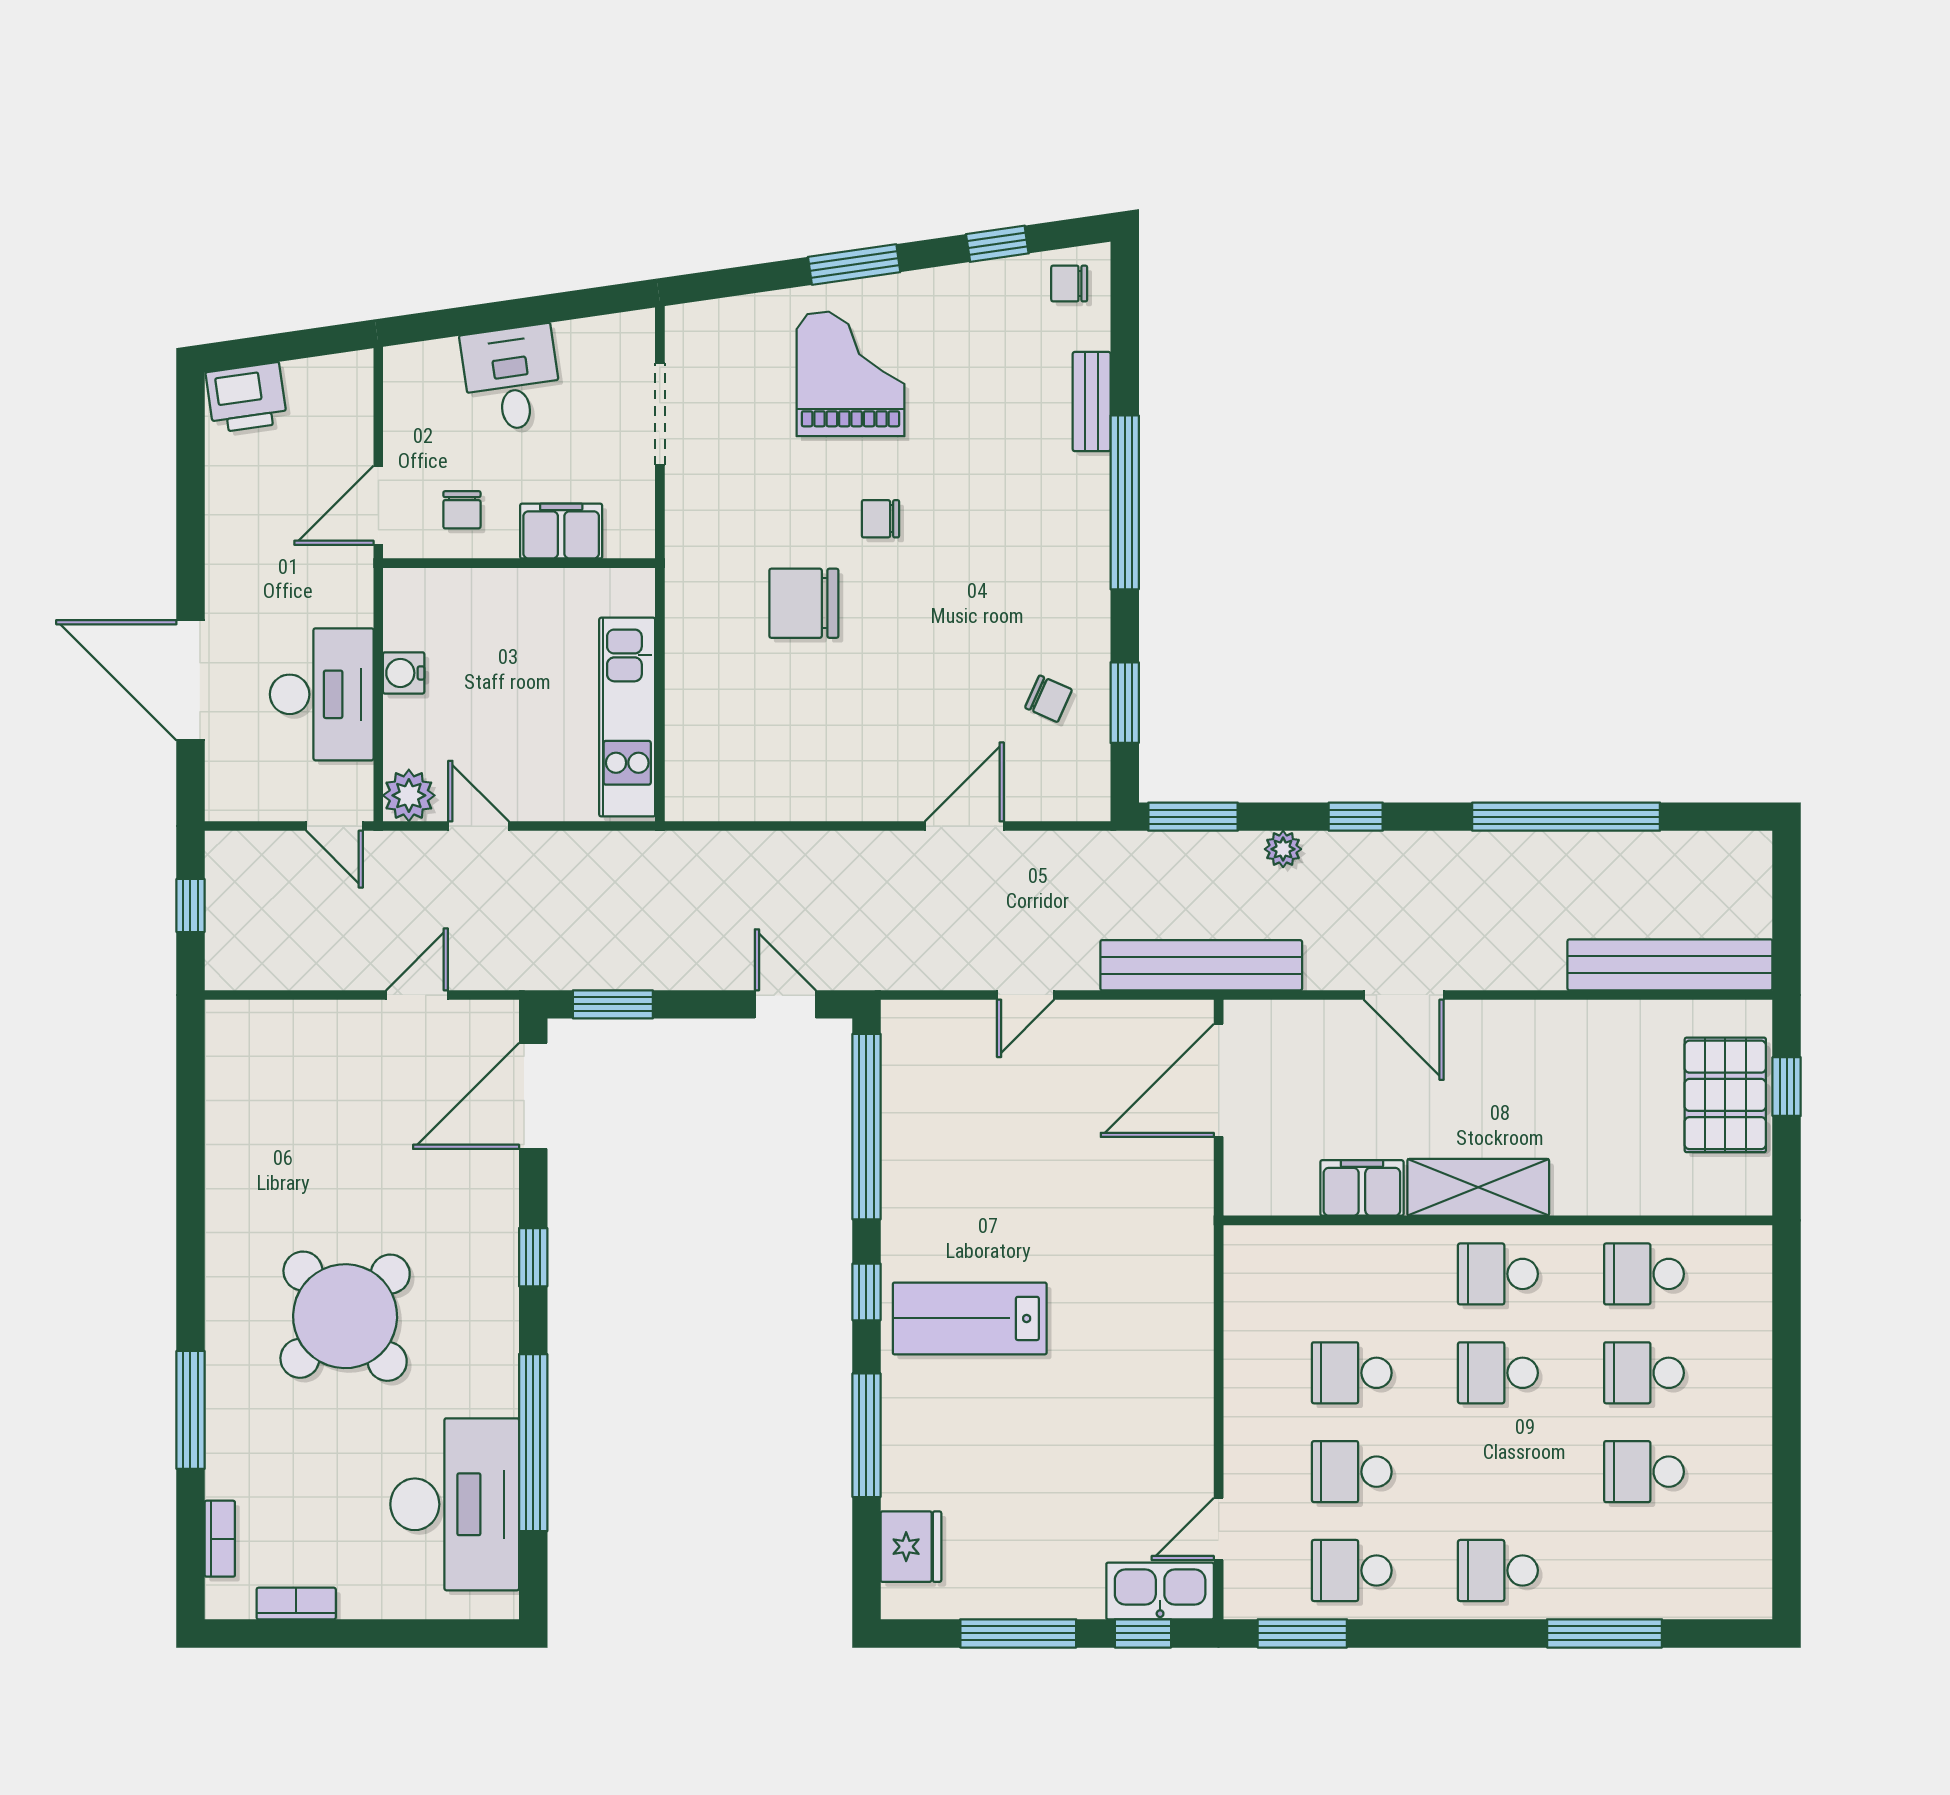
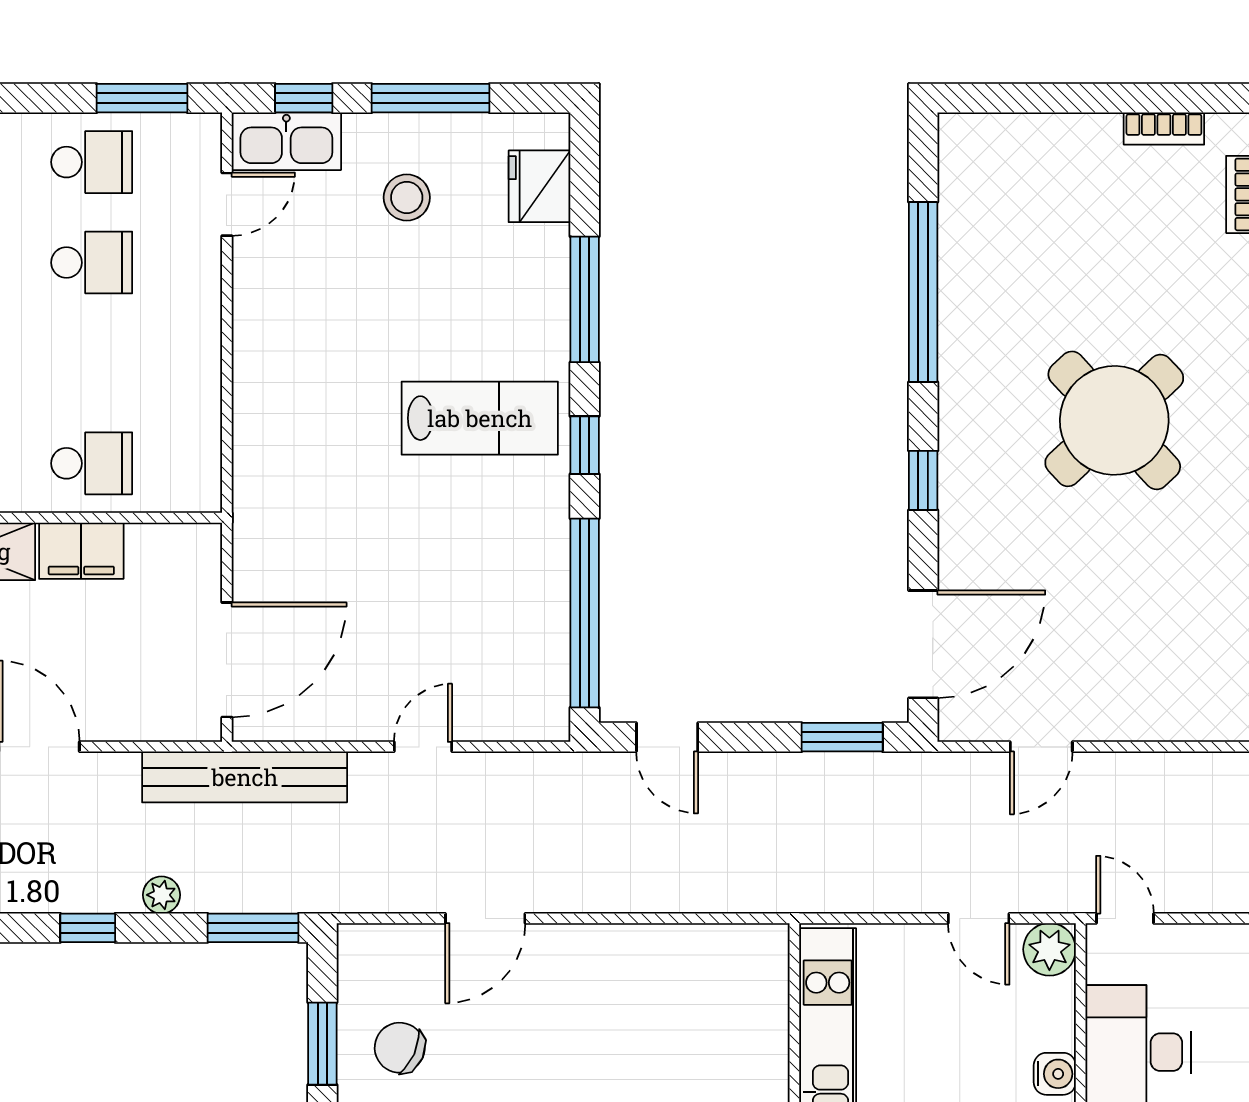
chair: (1048, 699) -> (400, 1048), width x1.37, depth x1.37
school desk: (1352, 1373) -> (92, 463), moved
desk: (455, 1504) -> (1003, 229), removed
stool: (1042, 1536) -> (407, 197), added

